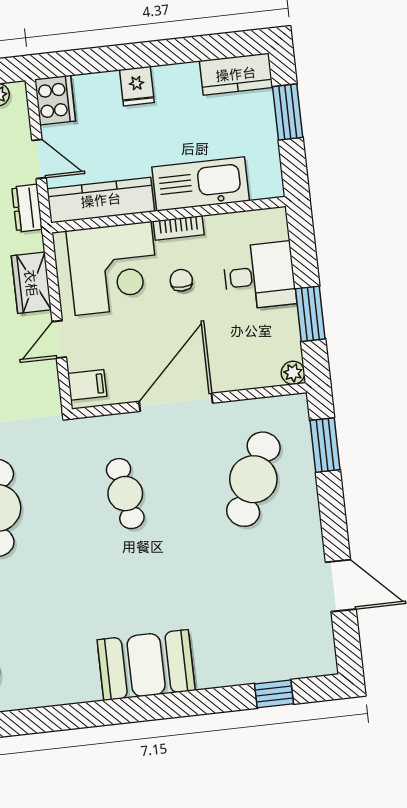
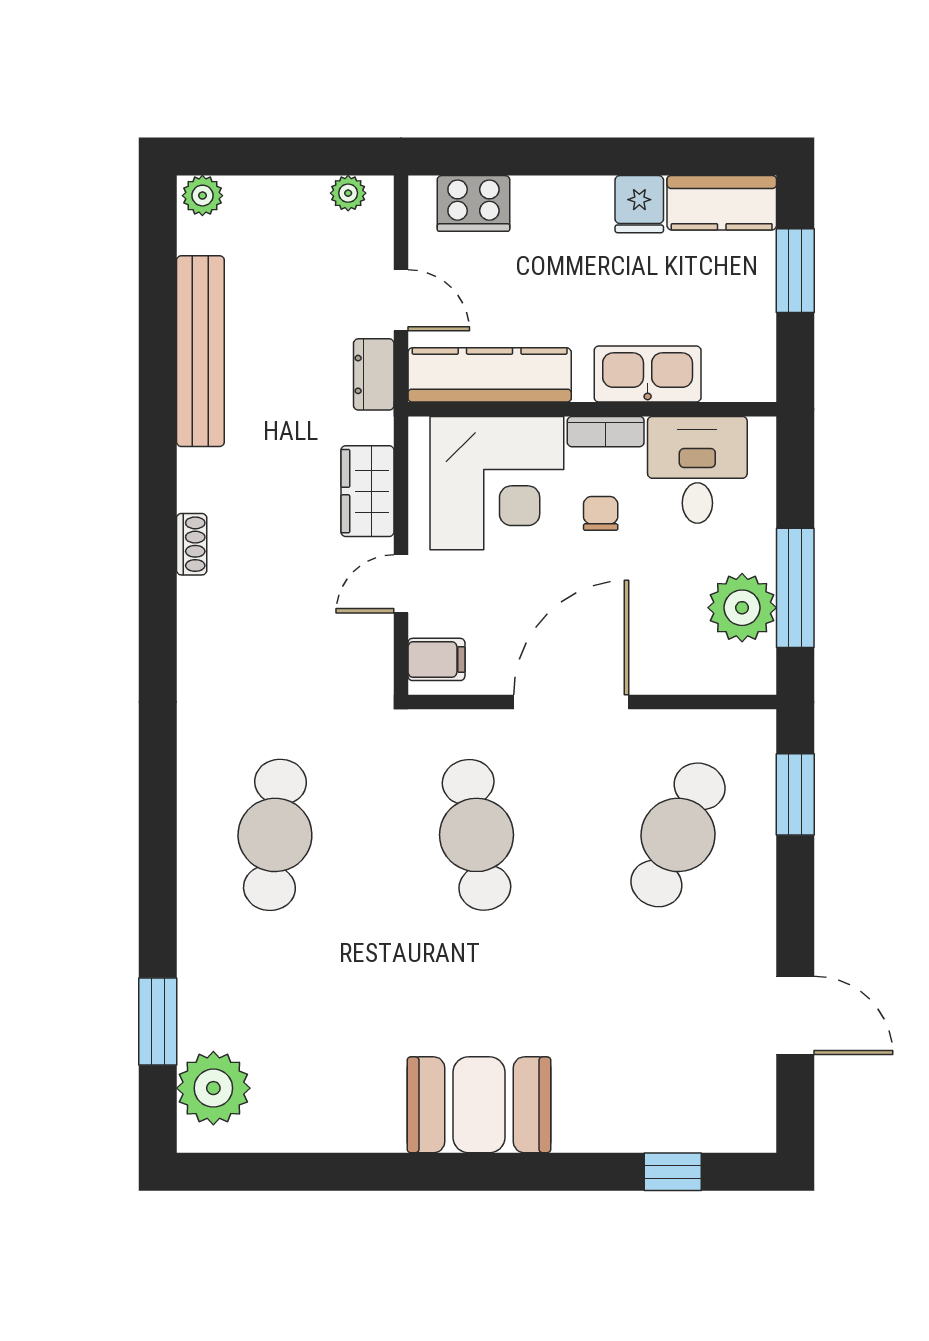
fridge: (137, 86) -> (639, 204), moved
cooker: (55, 100) -> (473, 203), moved, turned 90
kitchen sink: (201, 184) -> (648, 374), width x0.73, depth x0.81
desk: (259, 276) -> (697, 470), moved, turned -90
window: (310, 314) -> (795, 588), width x1.44
plant: (293, 373) -> (742, 608), moved, width x1.87, depth x1.87
cafe table: (125, 494) -> (476, 835), width x1.37, depth x1.35

